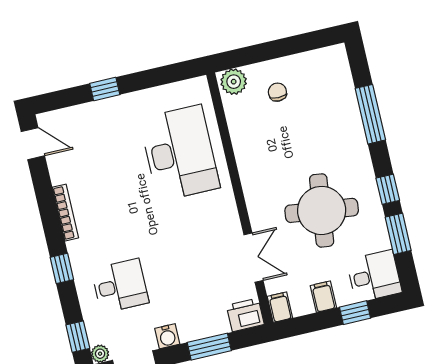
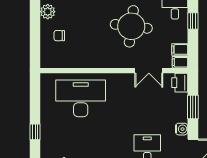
plant: (234, 82) -> (48, 12), moved
double door: (253, 258) -> (149, 71), swing flipped
filing cabinet: (323, 297) -> (180, 49), moved

